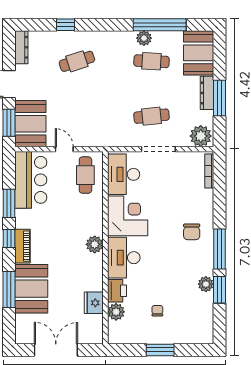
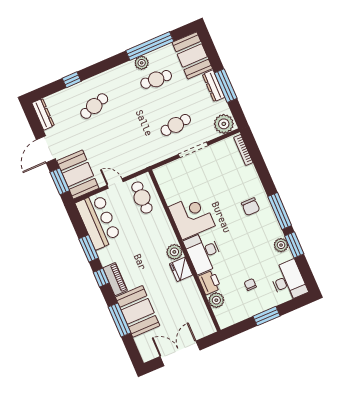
desk: (124, 174) -> (288, 281), moved, turned 180
fridge: (94, 303) -> (181, 269), moved

